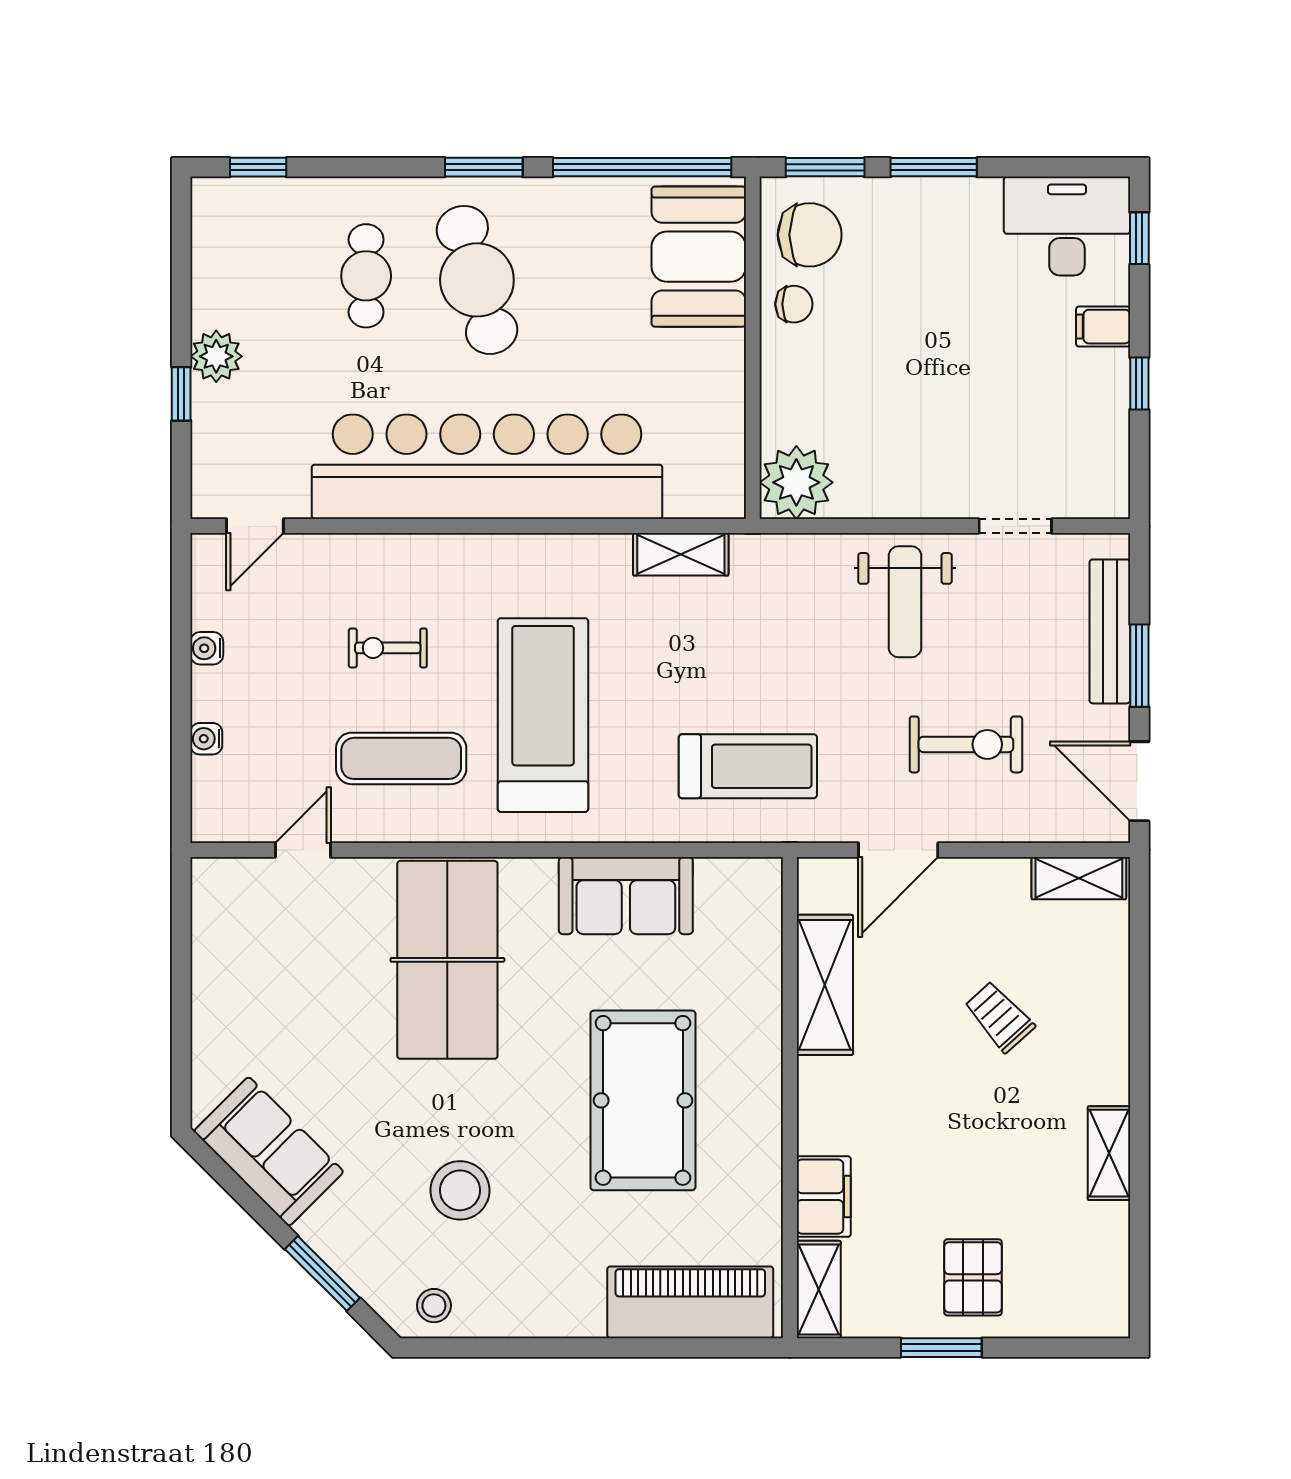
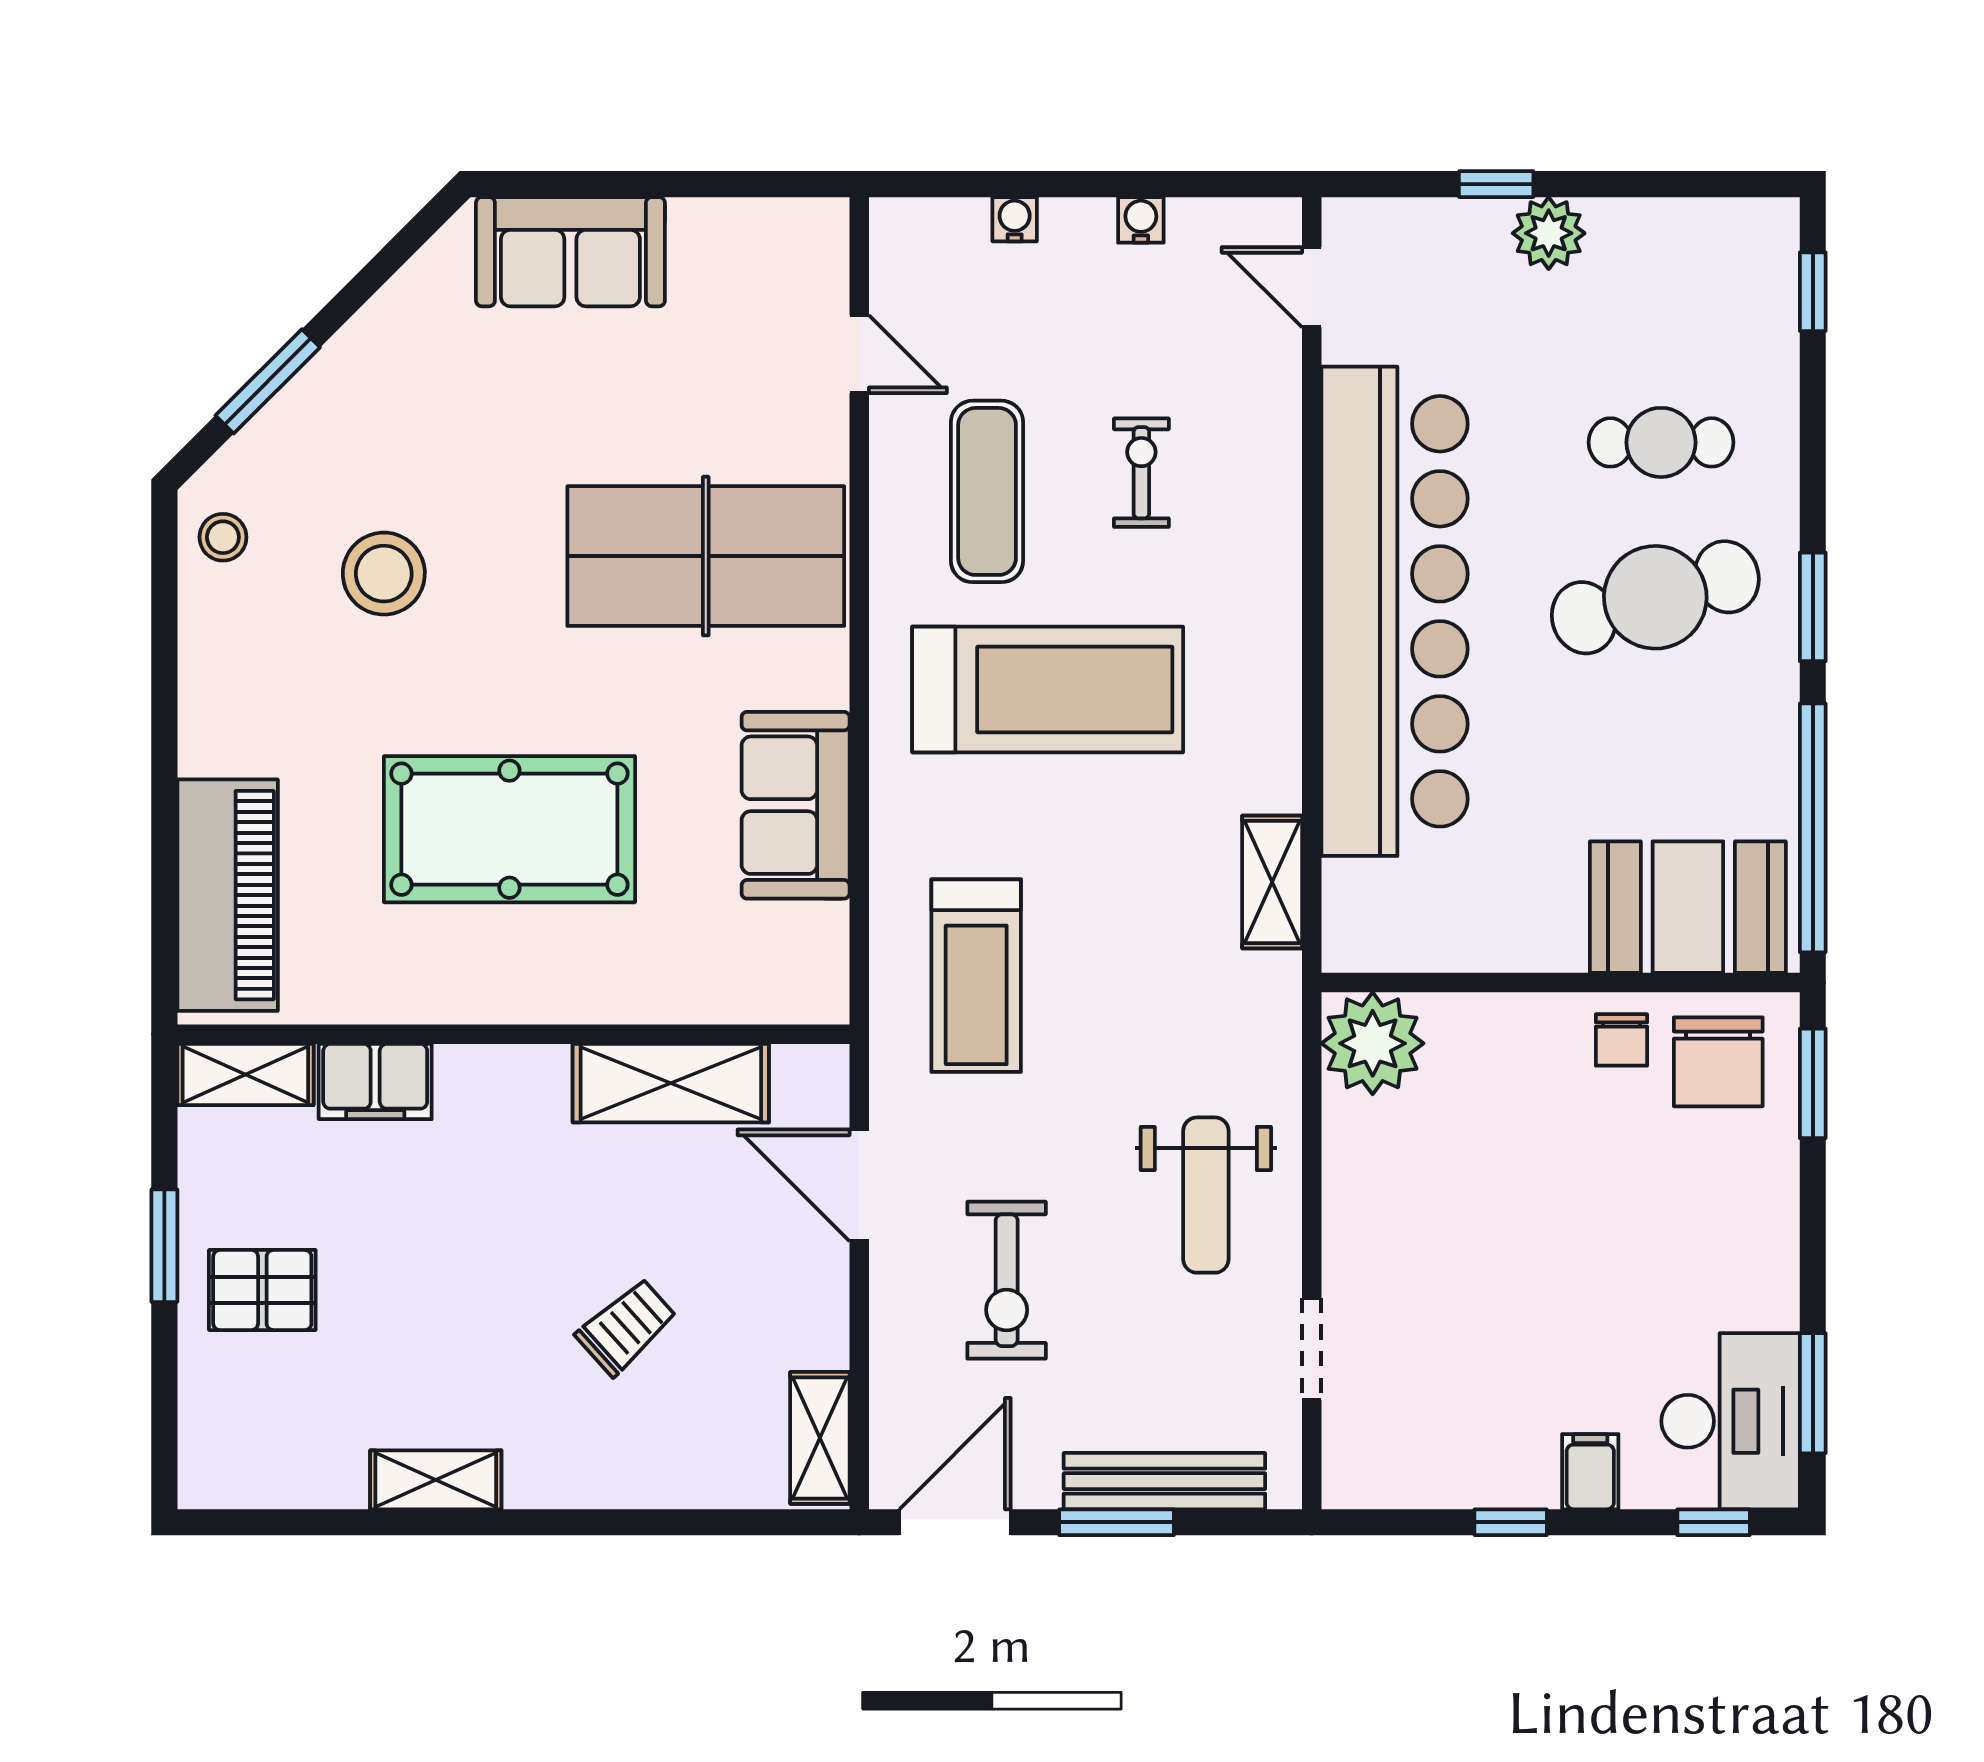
window: (934, 167) -> (1813, 1393), moved
weight bench: (905, 602) -> (1206, 1195), turned -90
sofa: (269, 1151) -> (570, 252), moved, turned 45

